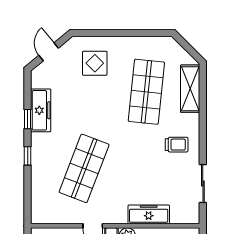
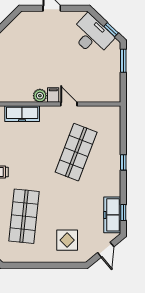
freezer: (41, 110) -> (112, 215), moved
window: (28, 119) -> (123, 212), moved

